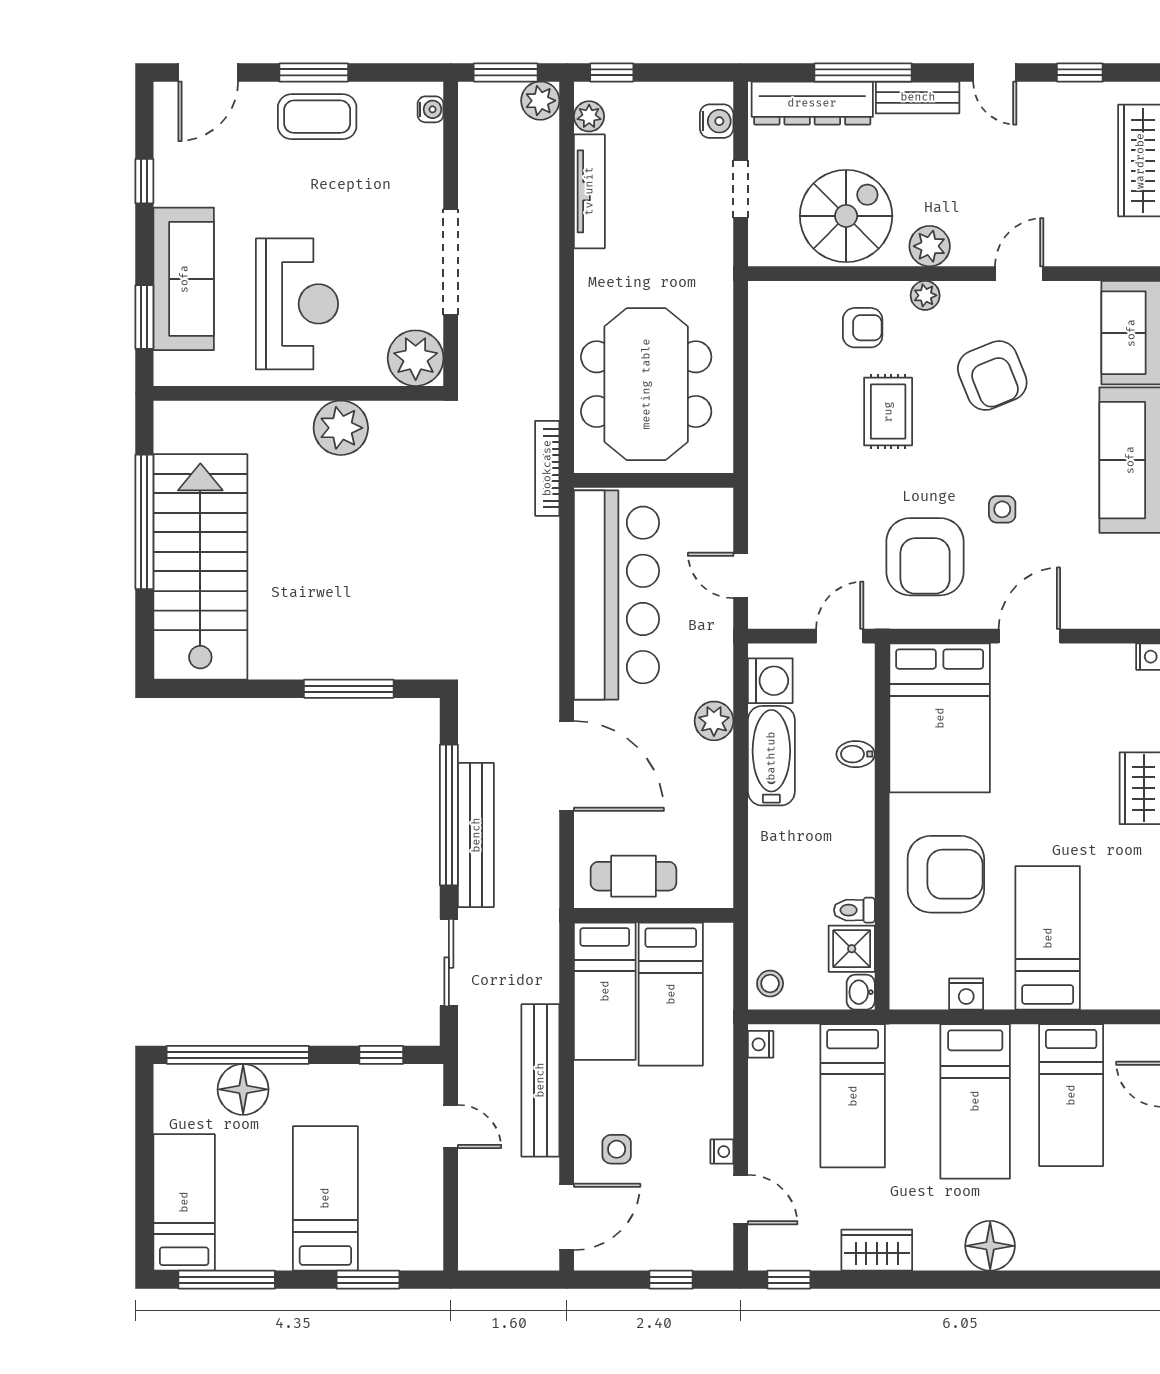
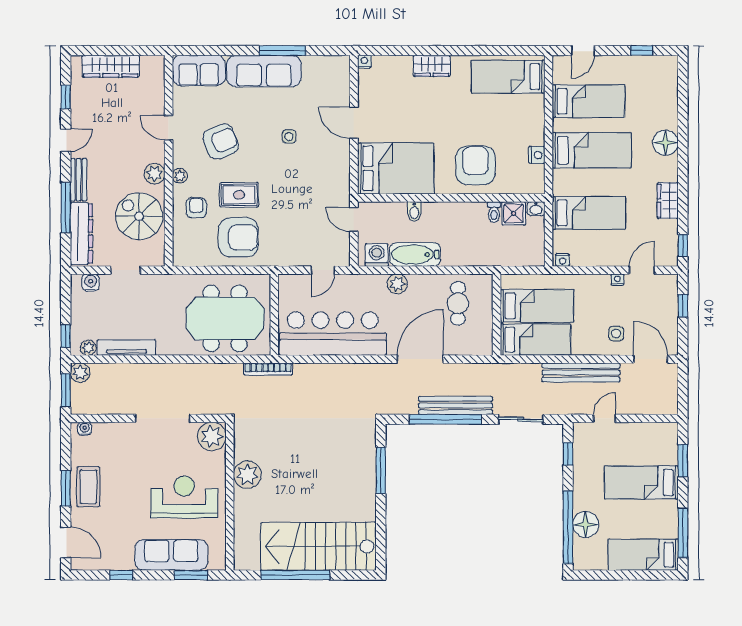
armchair: (925, 557) -> (238, 237), moved
cafe table: (633, 876) -> (458, 303), moved
bed: (1048, 938) -> (508, 77), moved
stool: (770, 984) -> (531, 255), removed

